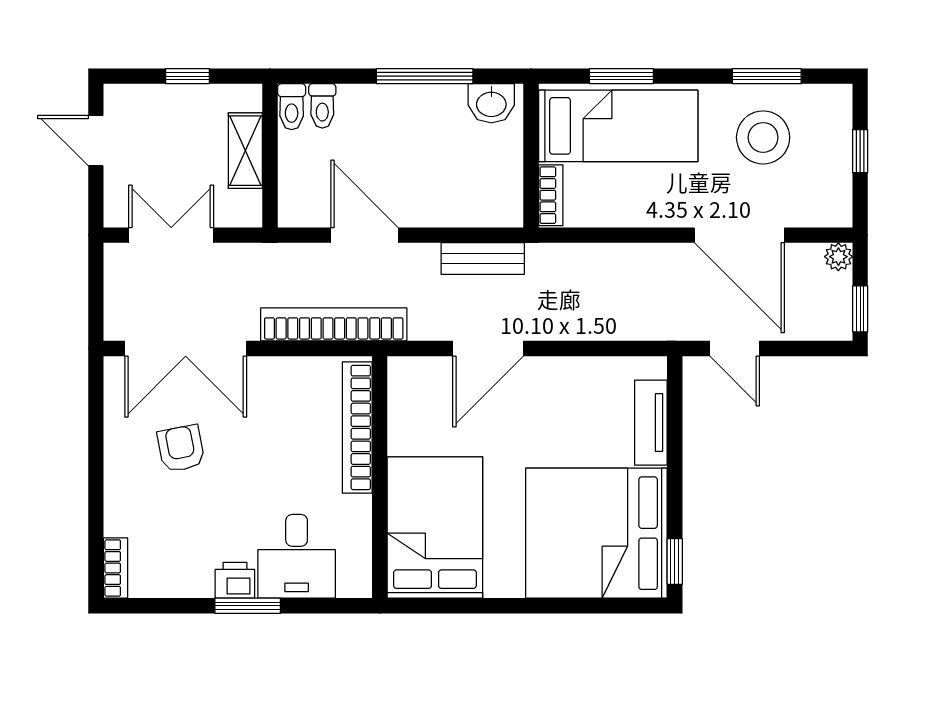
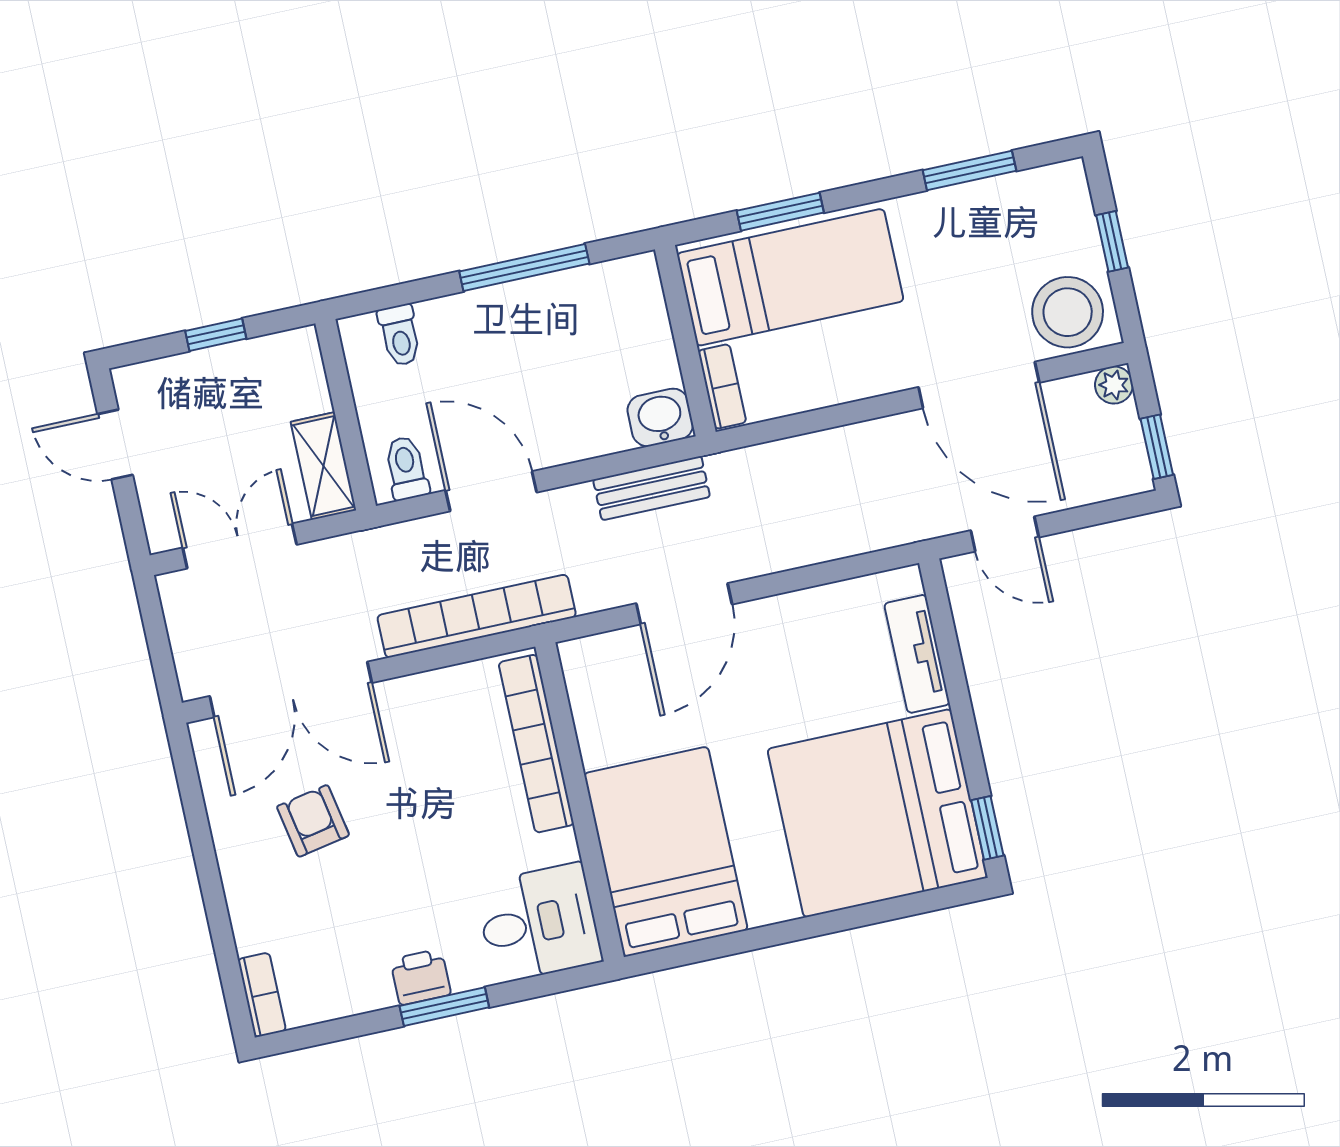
washbasin: (491, 103) -> (660, 417), moved, turned 180
toilet: (292, 107) -> (406, 468), moved, turned 180
stool: (763, 137) -> (1068, 312), moved
shelving: (245, 151) -> (323, 466), moved
desk: (297, 556) -> (539, 923), moved, turned -90

